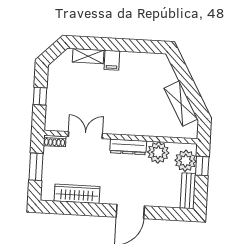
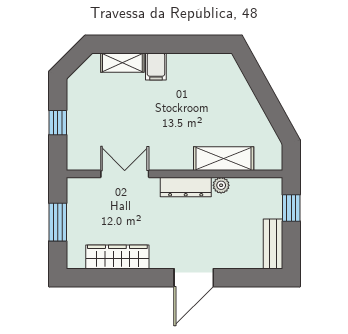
shelving: (181, 104) -> (224, 159), moved, turned -61
shoe rack: (55, 141) -> (82, 185), removed
plant: (158, 152) -> (221, 185), width x0.53, depth x0.53
plant: (186, 161) -> (267, 202), removed

